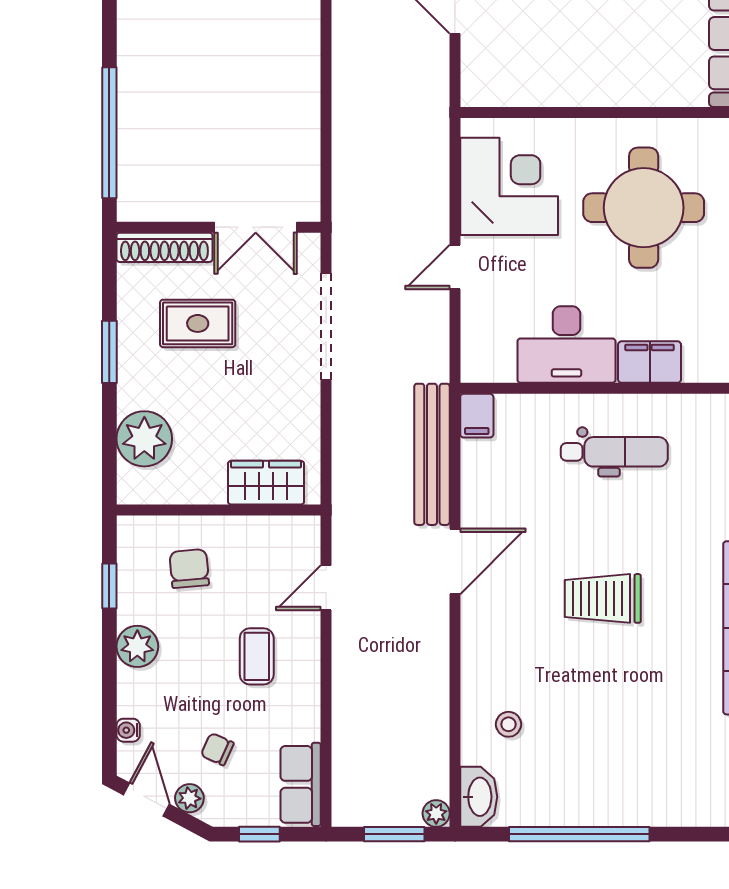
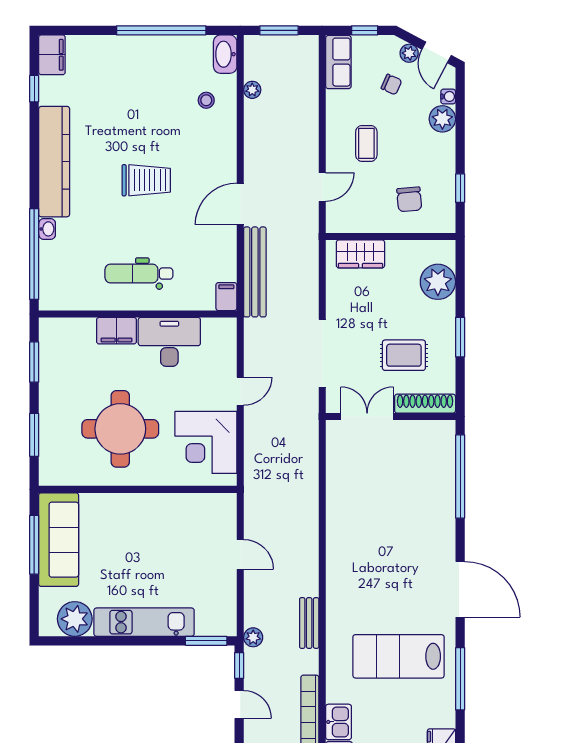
plant: (137, 646) -> (442, 119), moved
plant: (436, 813) -> (252, 90), moved

